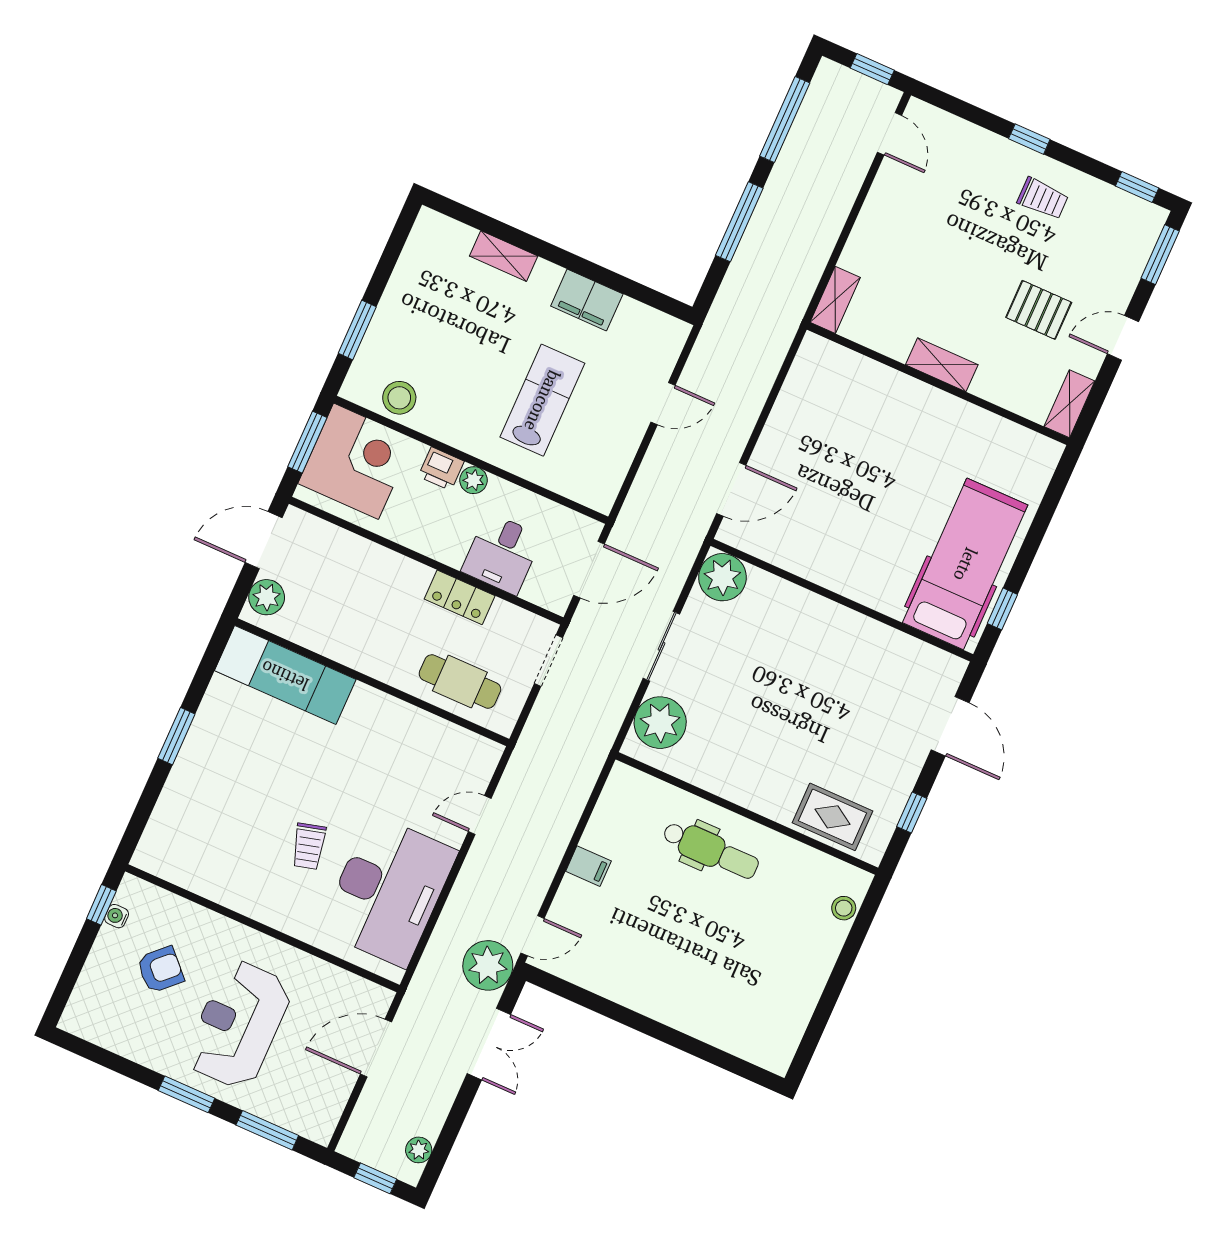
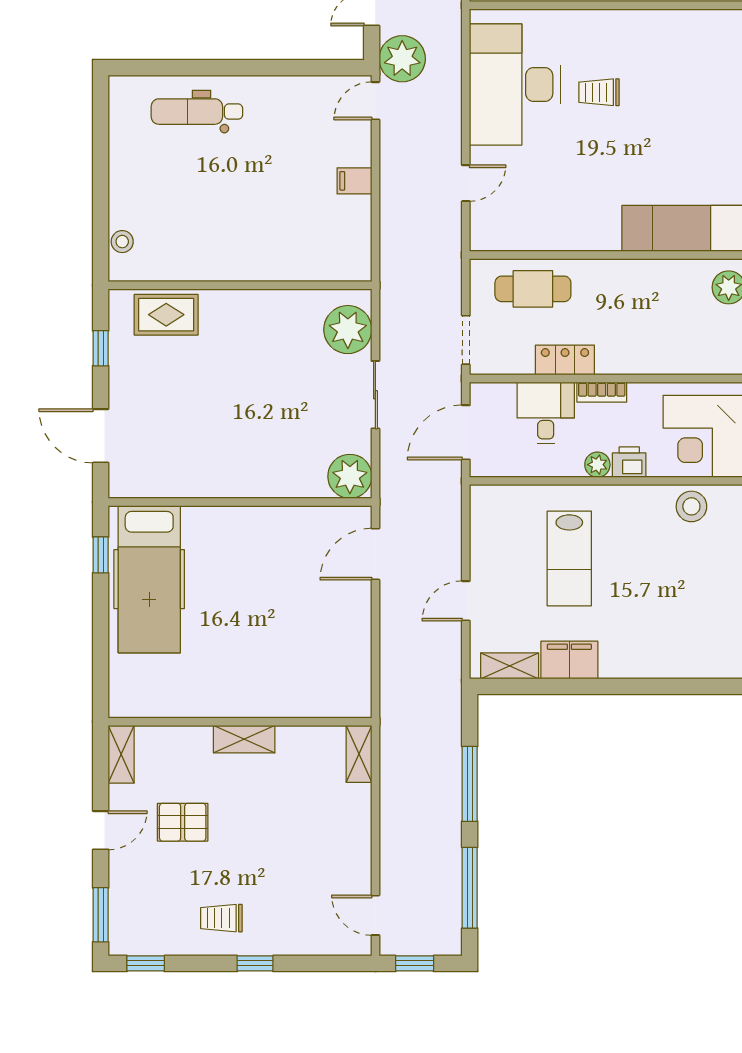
shelving: (504, 256) -> (510, 666), moved
bookcase: (438, 550) -> (602, 392), added
trolley: (309, 846) -> (599, 92), turned -75
dental chair: (711, 850) -> (197, 112), moved

